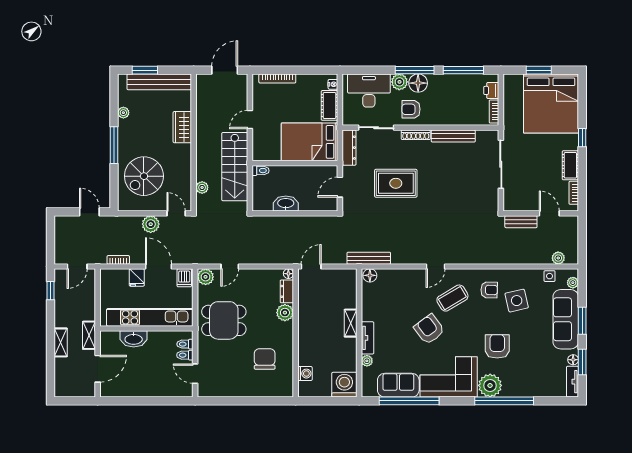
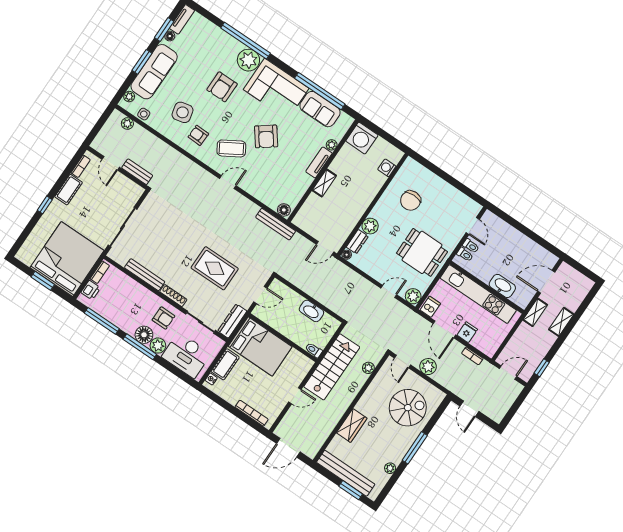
bed: (551, 103) -> (67, 259), moved

